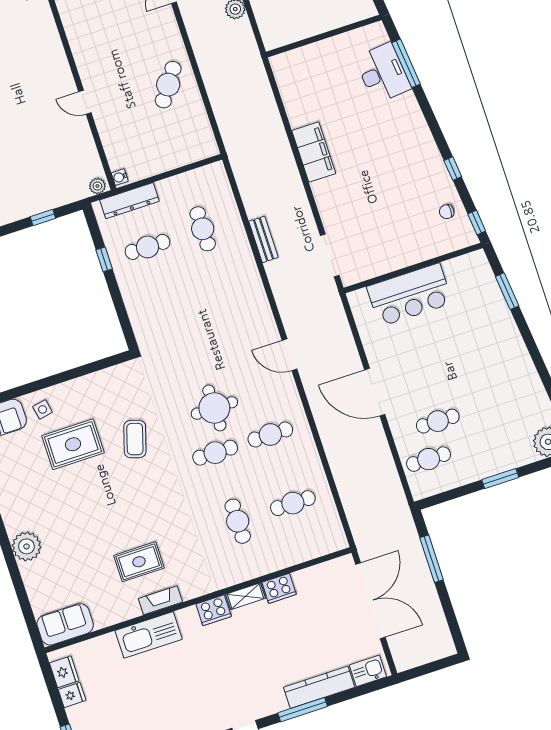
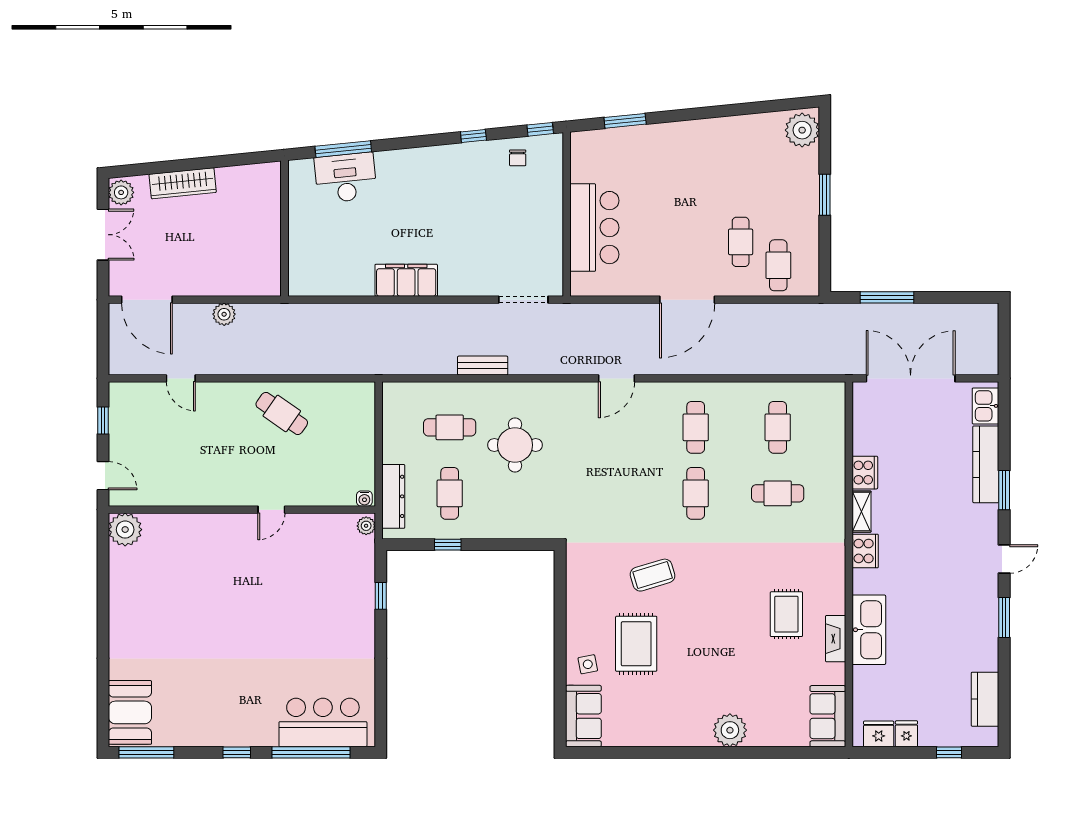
round table: (214, 408) -> (515, 445), moved
coffee table: (135, 439) -> (653, 575), turned -34
fireplace: (160, 600) -> (836, 639), moved
window: (303, 710) -> (1004, 490), width x0.69

